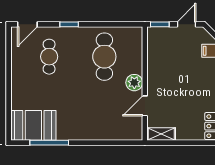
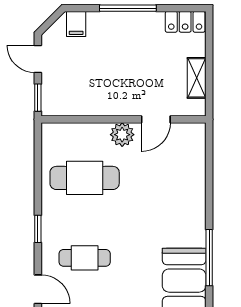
door: (145, 106) -> (156, 119), hinge flipped
shelving: (161, 134) -> (197, 78), moved

